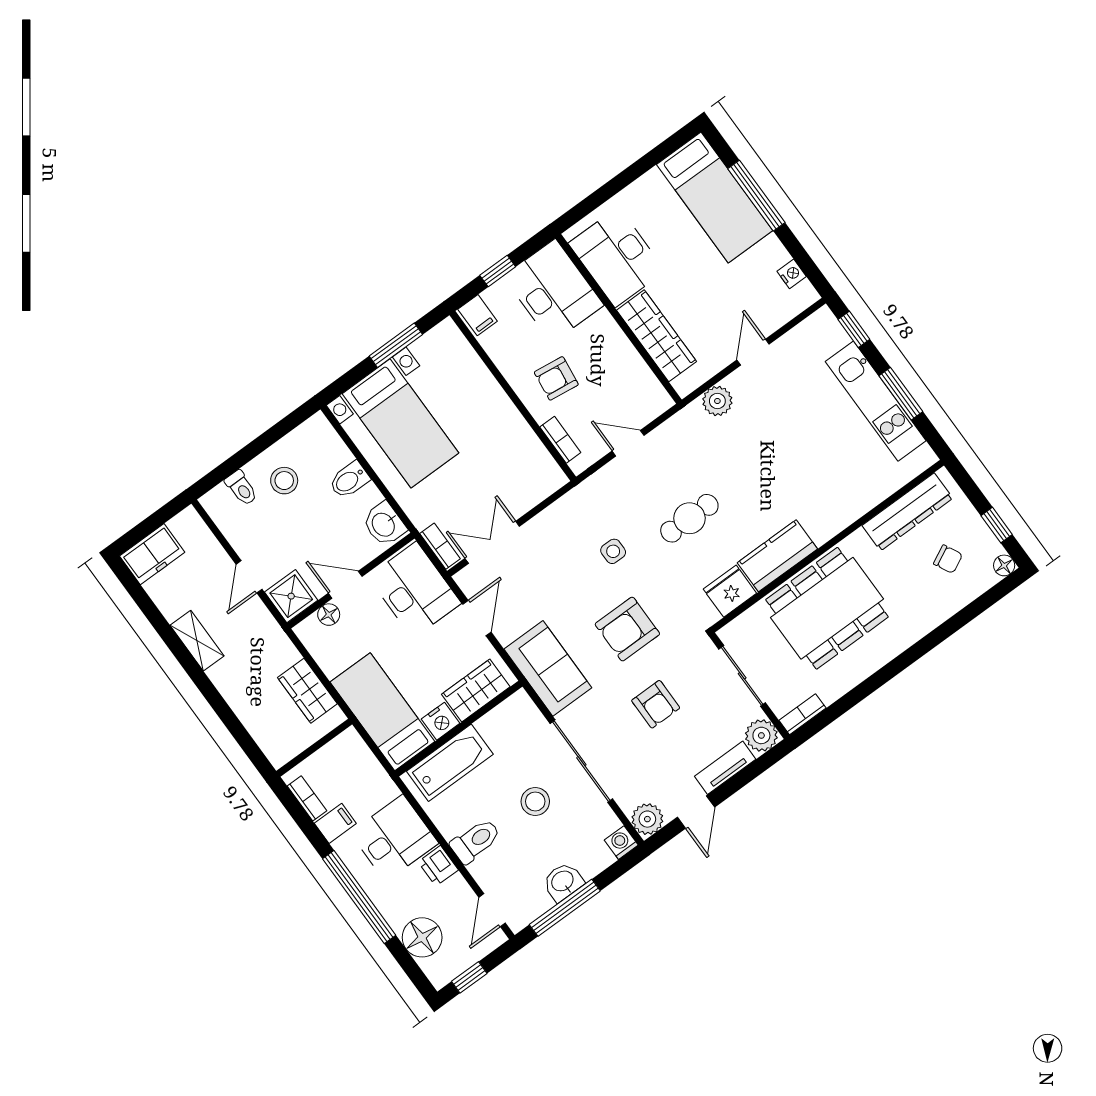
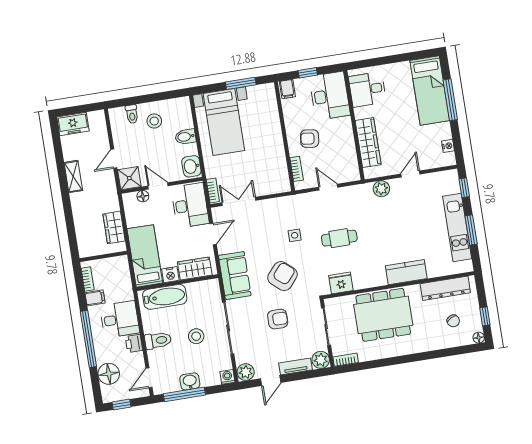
desk: (617, 257) -> (367, 89), width x0.73
kitchen counter: (777, 556) -> (406, 272), moved
armchair: (627, 629) -> (282, 276), turned 131
armchair: (656, 704) -> (278, 319), turned -90

